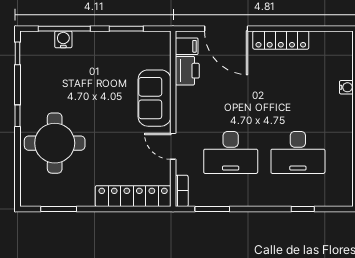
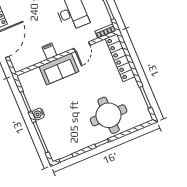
water cooler: (63, 39) -> (38, 114), moved
filing cabinet: (187, 46) -> (49, 51), moved
printer: (187, 71) -> (35, 57), removed

